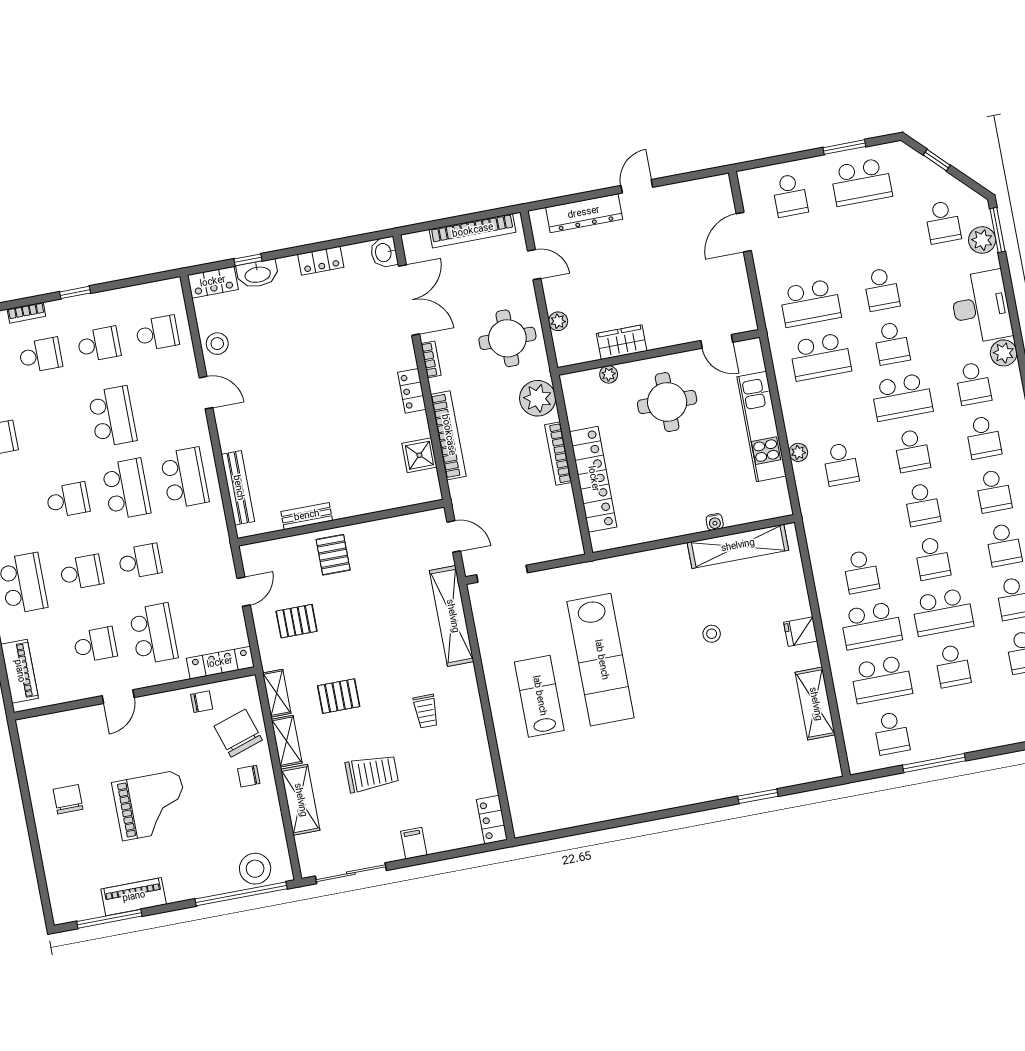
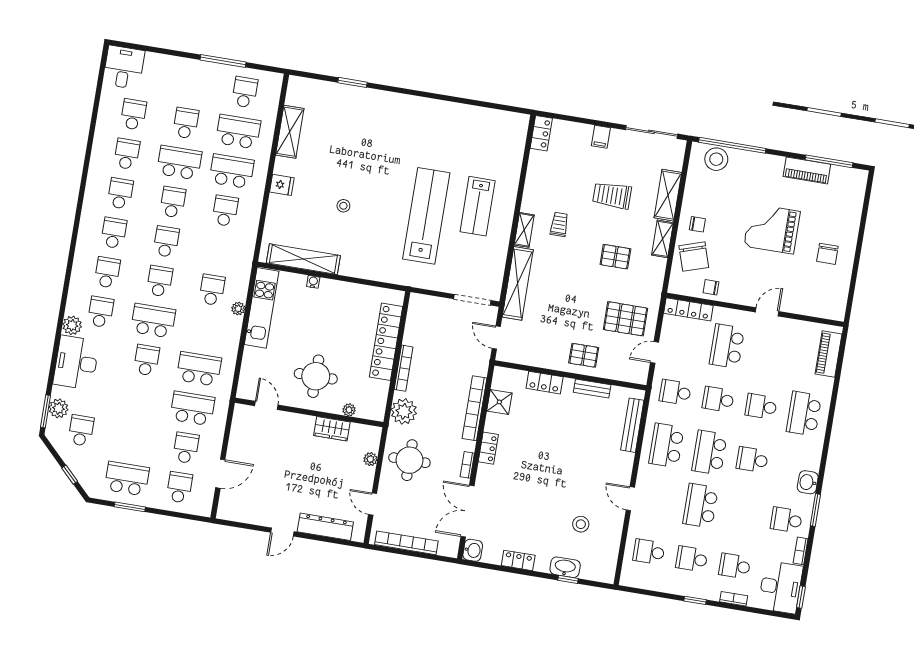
locker: (213, 282) -> (545, 383), moved, turned 180
school desk: (882, 289) -> (186, 448), moved
stool: (217, 344) -> (581, 524), moved
kitchen unit: (762, 426) -> (262, 308), moved
pallet: (333, 555) -> (584, 355), turned 90
pallet: (297, 621) -> (626, 319), width x1.50, depth x1.42
school desk: (95, 645) -> (675, 392), moved
shelving: (277, 693) -> (524, 230), moved

